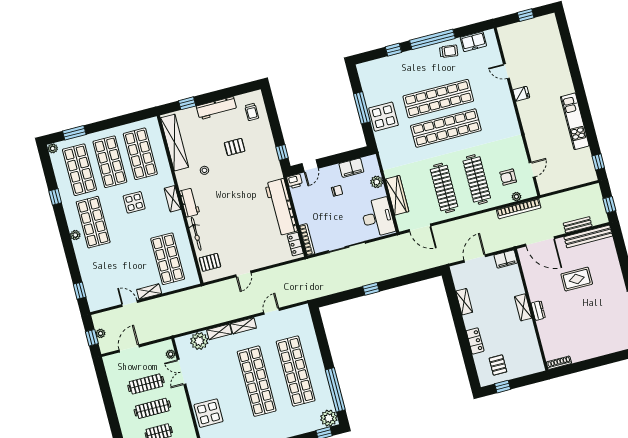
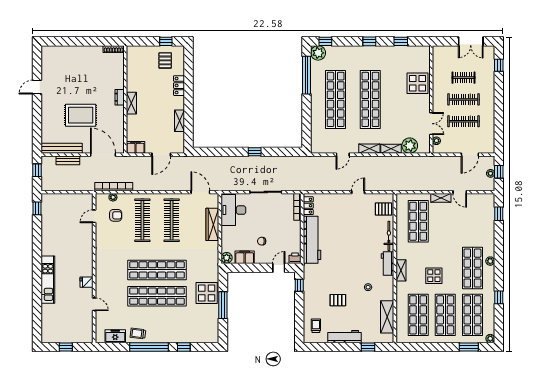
kitchen unit: (575, 121) -> (48, 280), moved
shelving: (175, 143) -> (387, 317), width x0.68
plant: (377, 182) -> (227, 258), moved
rug: (577, 279) -> (81, 115), width x1.36, depth x1.43

